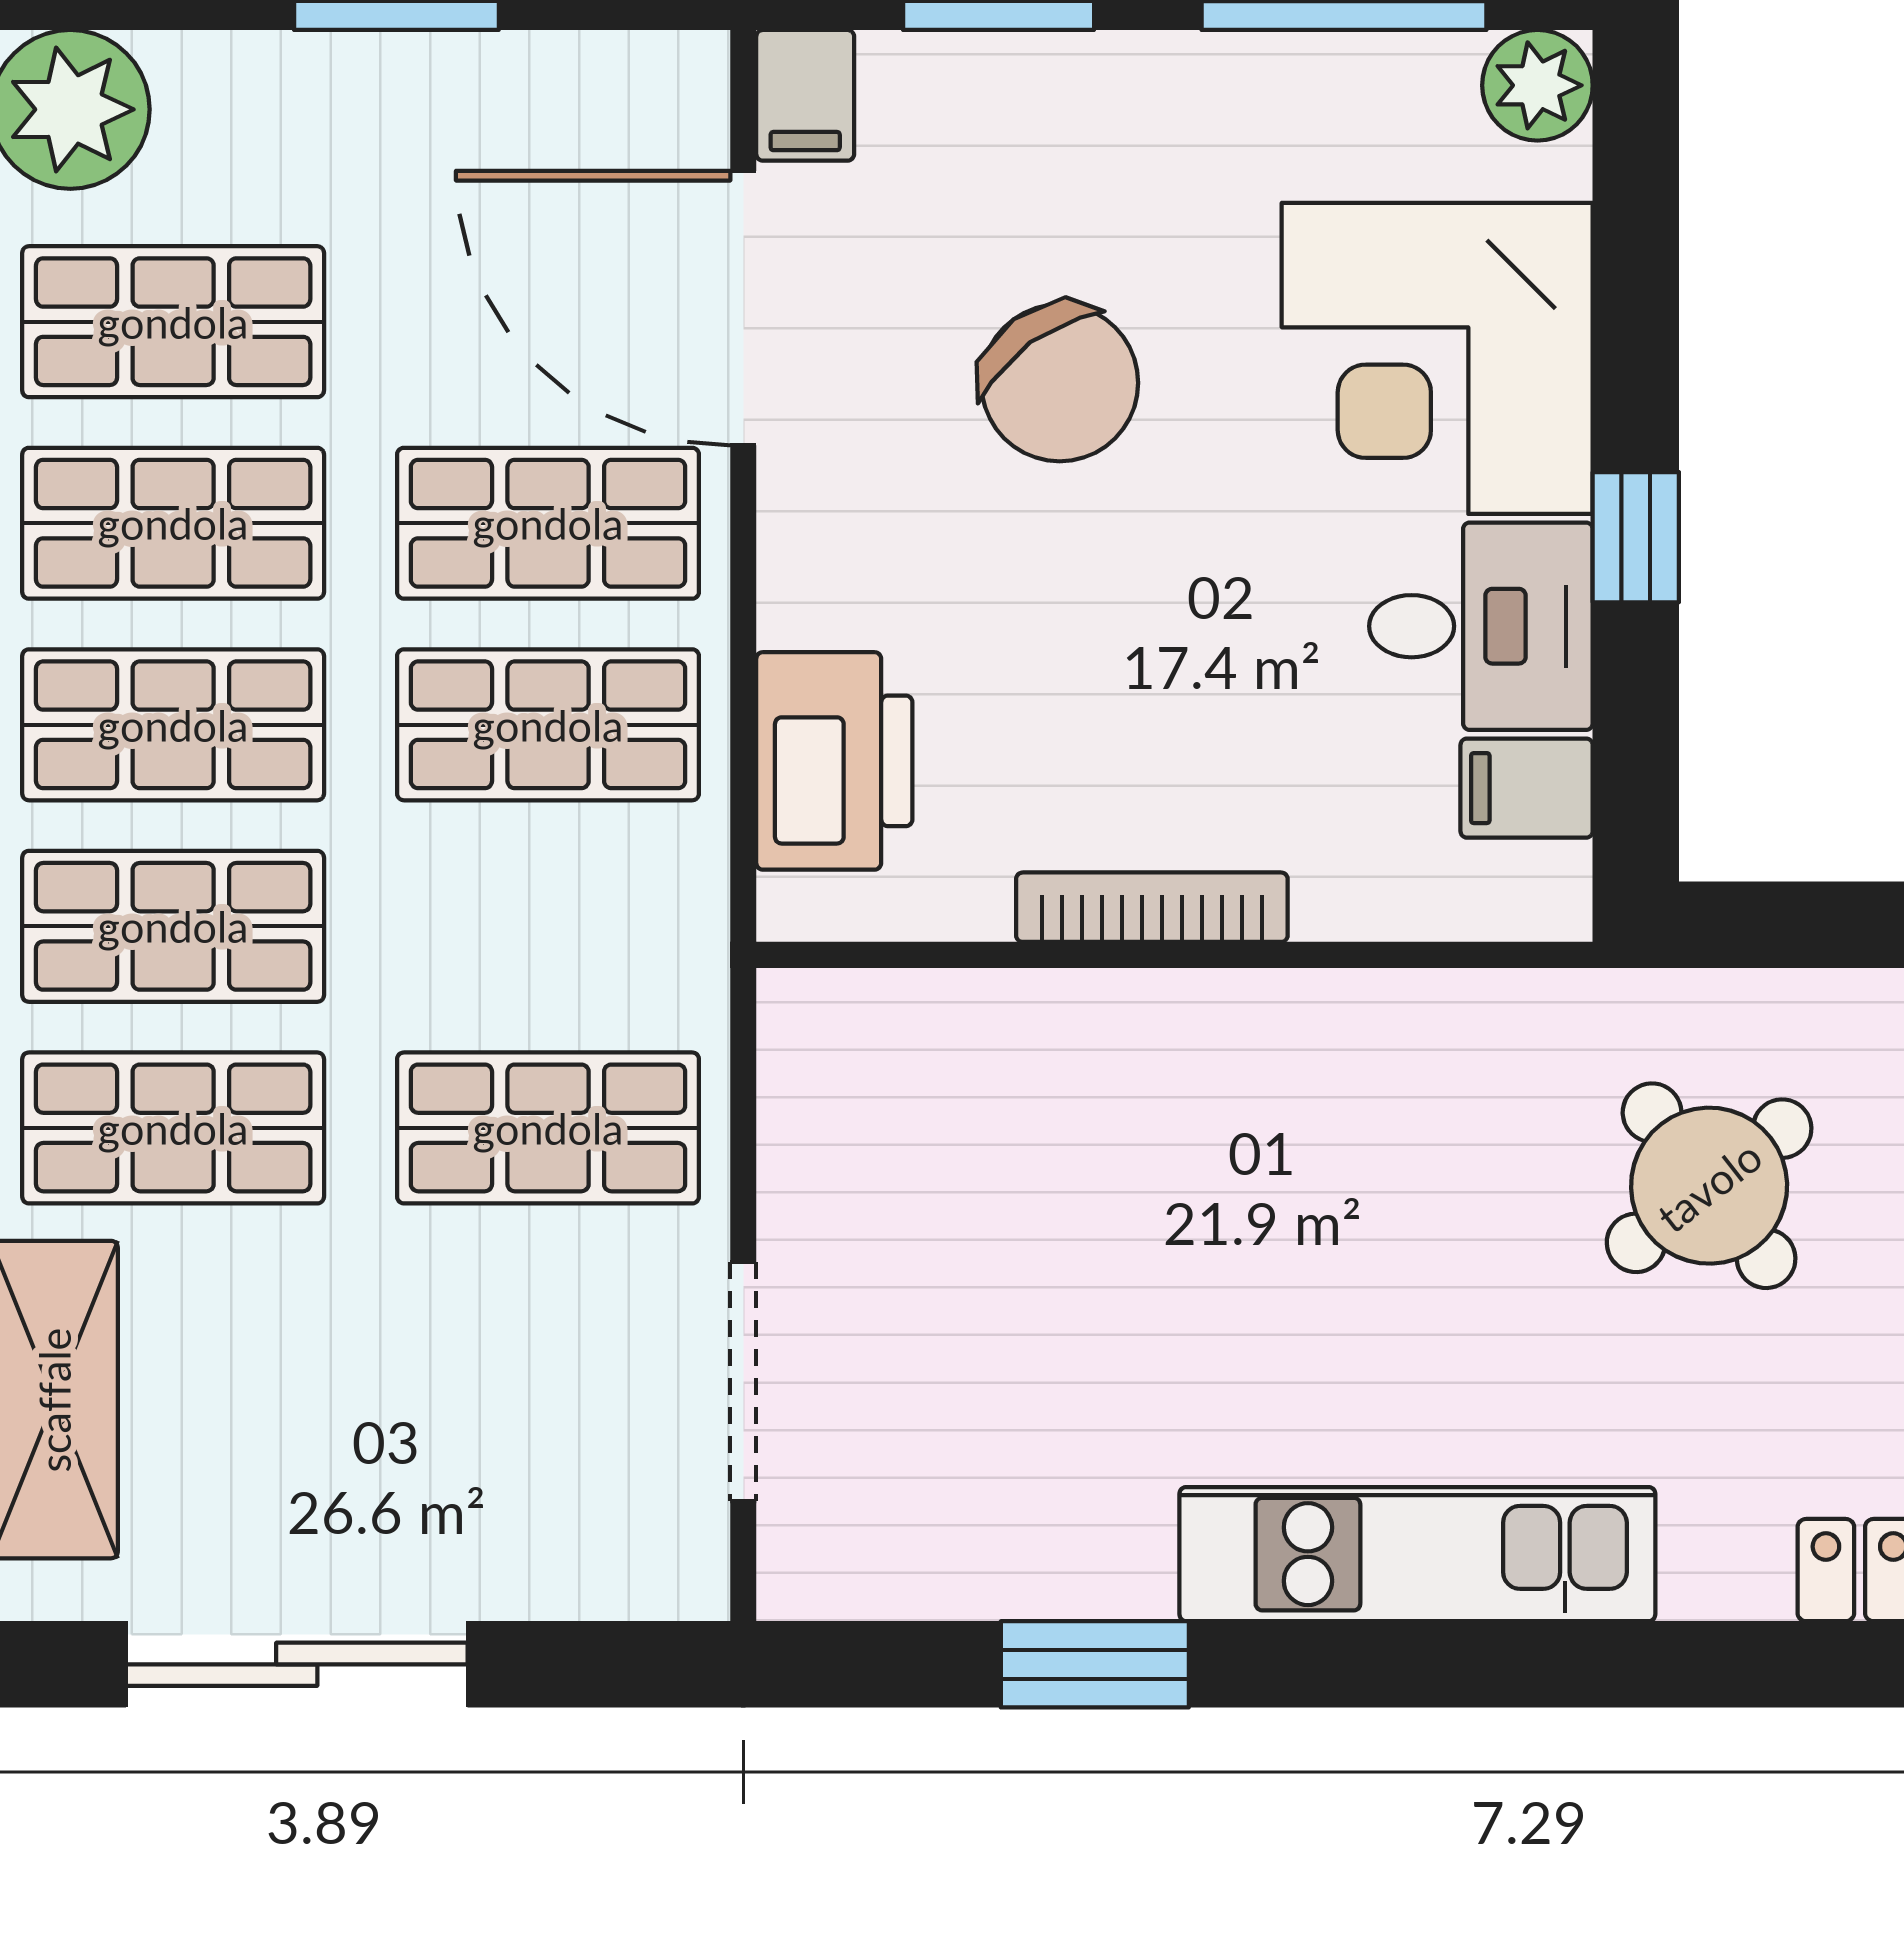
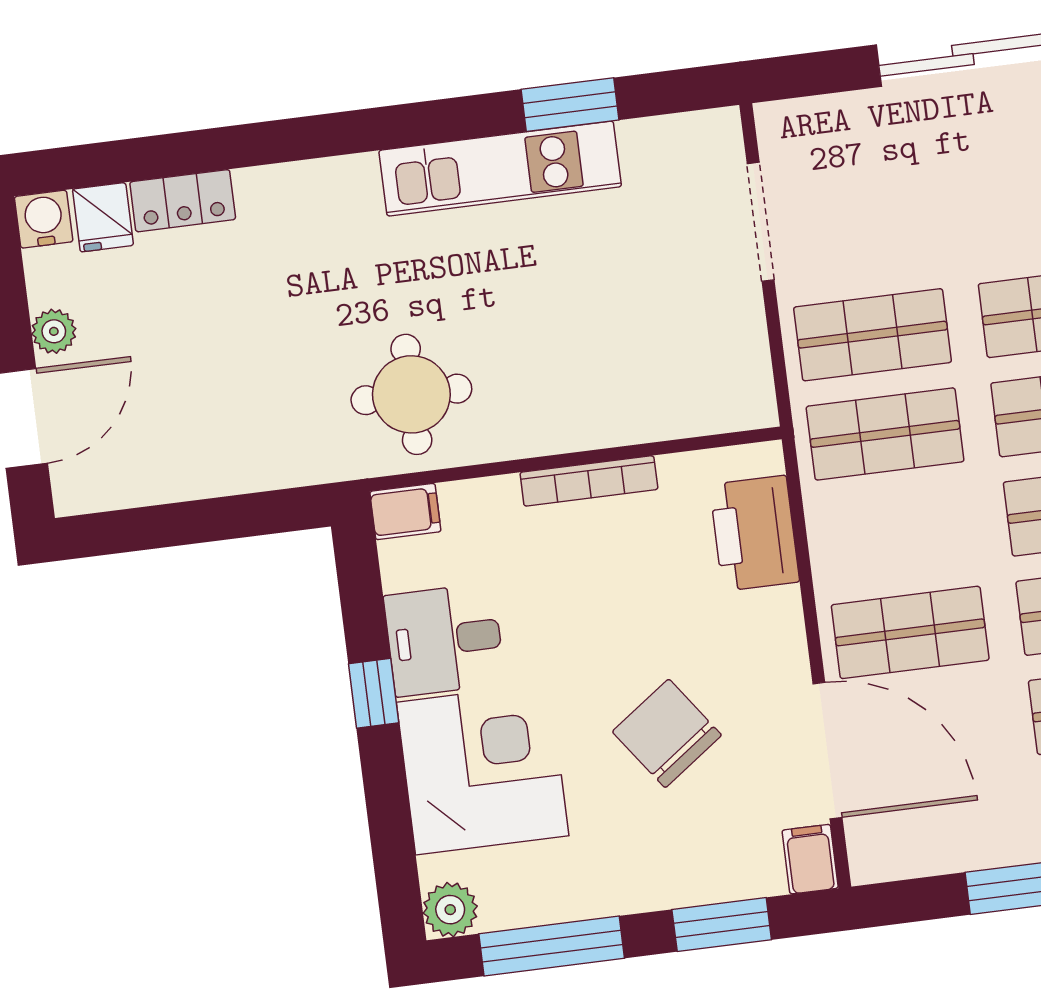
shop shelf: (548, 725) -> (885, 434), moved
filing cabinet: (1527, 788) -> (405, 512), moved
round table: (1709, 1186) -> (411, 394), moved, turned 38
kitchen unit: (1417, 1554) -> (500, 169), moved

